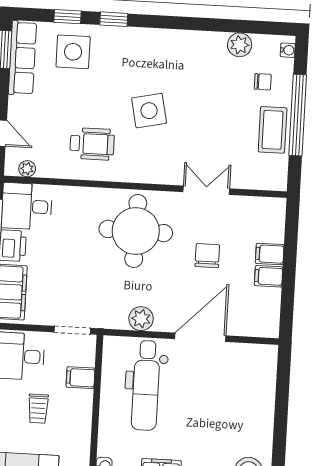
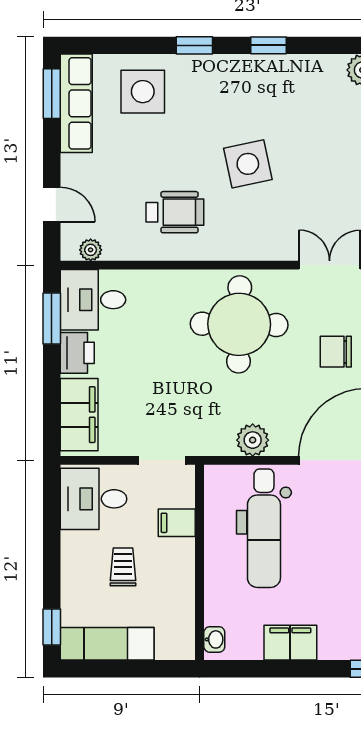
window: (68, 17) -> (269, 45), moved
chair: (207, 256) -> (336, 352), turned -90
trolley: (38, 409) -> (123, 567), turned 180

